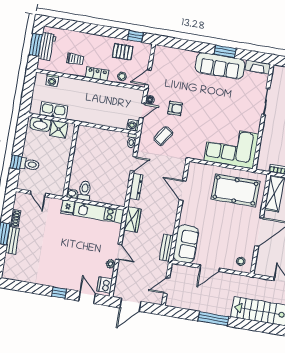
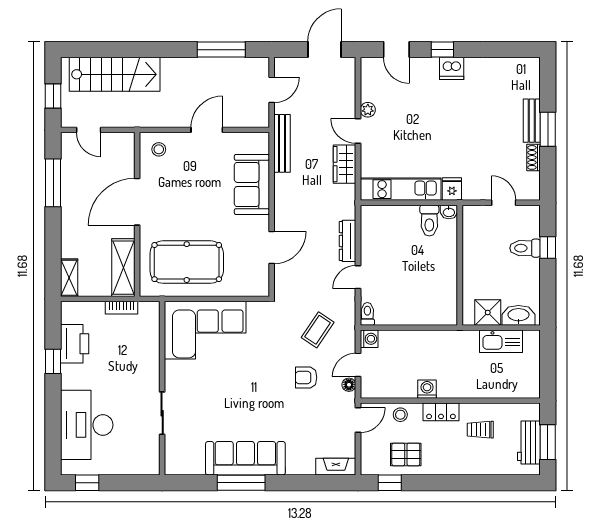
window: (225, 51) -> (241, 483), width x1.44
fireplace: (258, 67) -> (336, 467), moved
washing machine: (52, 80) -> (427, 389), moved
door: (183, 190) -> (272, 248), hinge flipped
wardrobe: (132, 220) -> (345, 164), moved
sofa: (186, 244) -> (252, 184), moved
bench: (166, 248) -> (282, 143), width x1.36
dishwasher: (105, 285) -> (452, 68), moved, turned 90
window: (213, 319) -> (221, 50), moved

